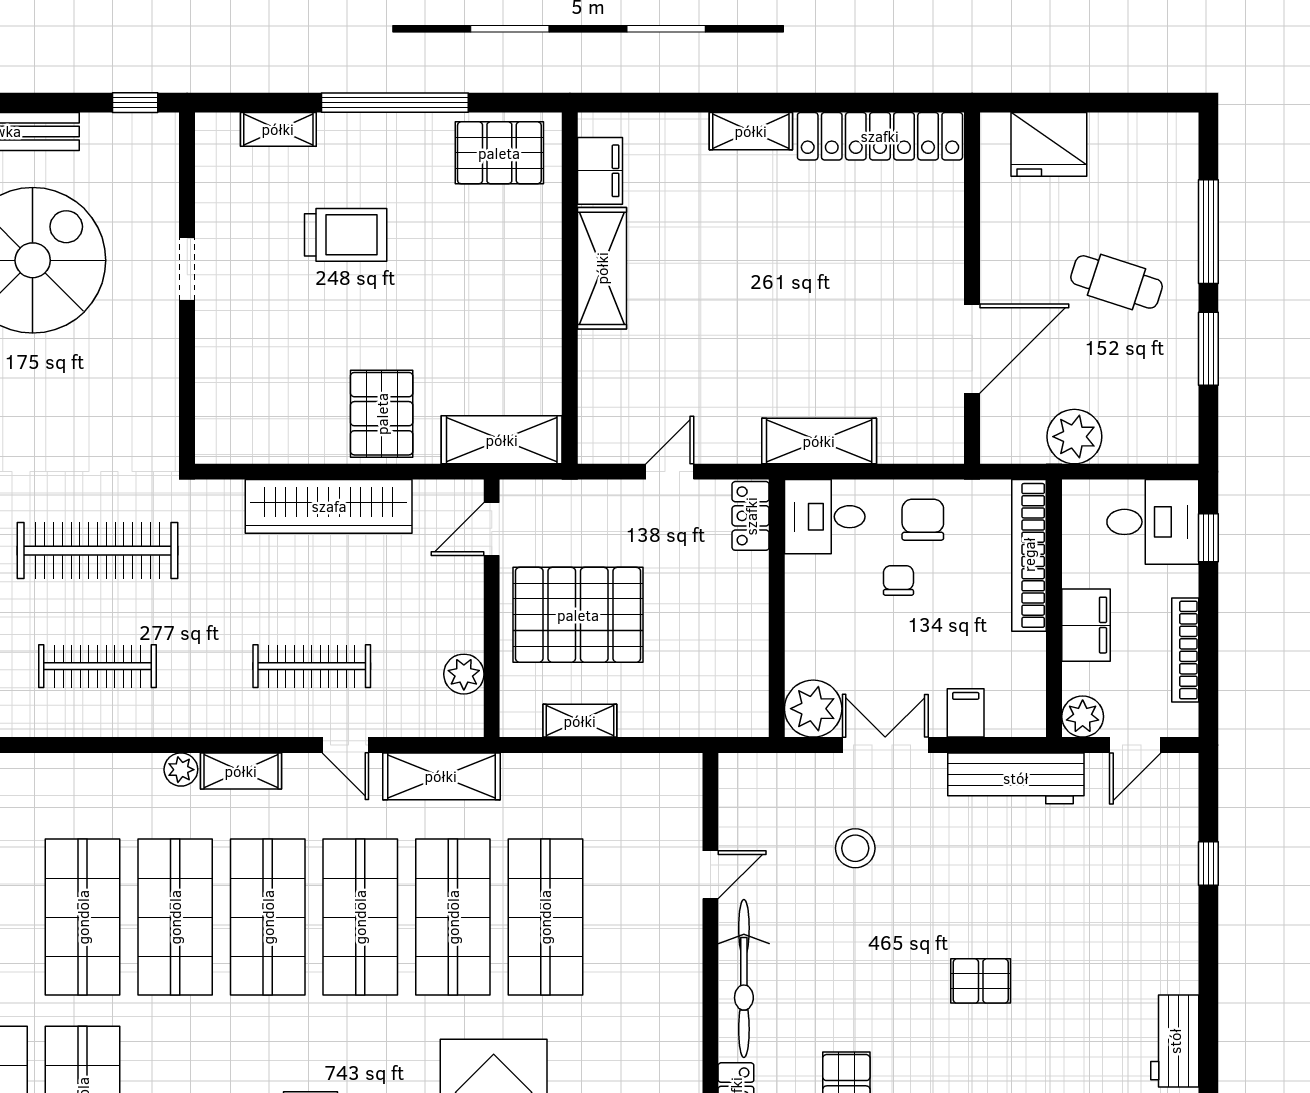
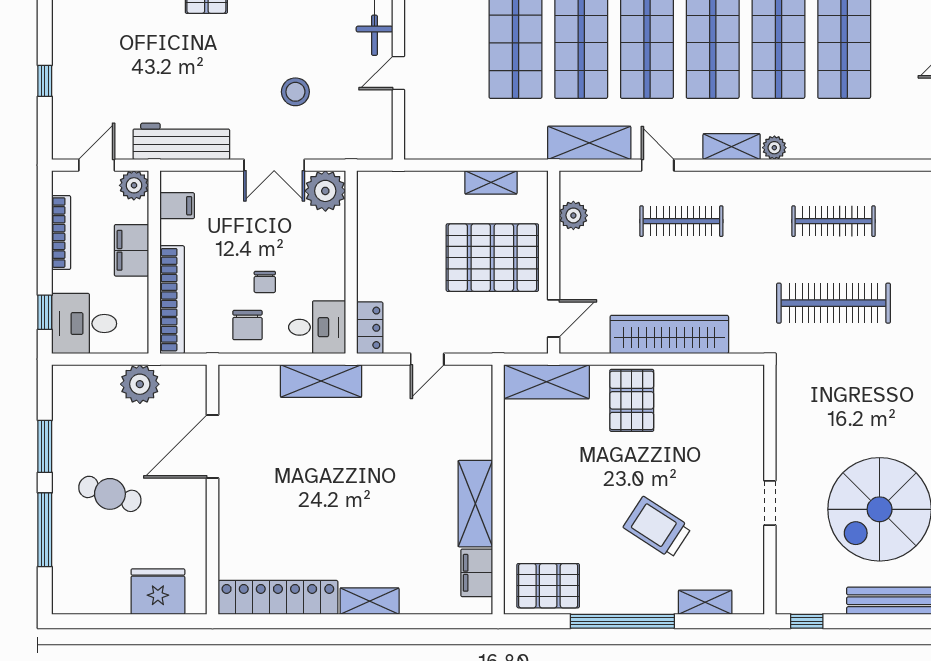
trolley: (346, 235) -> (657, 527), turned 33
filing cabinet: (966, 713) -> (177, 206), moved, turned -90

